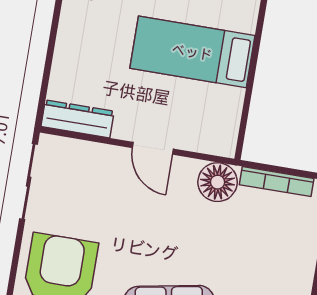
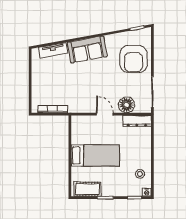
floor lamp: (218, 182) -> (127, 105), moved

